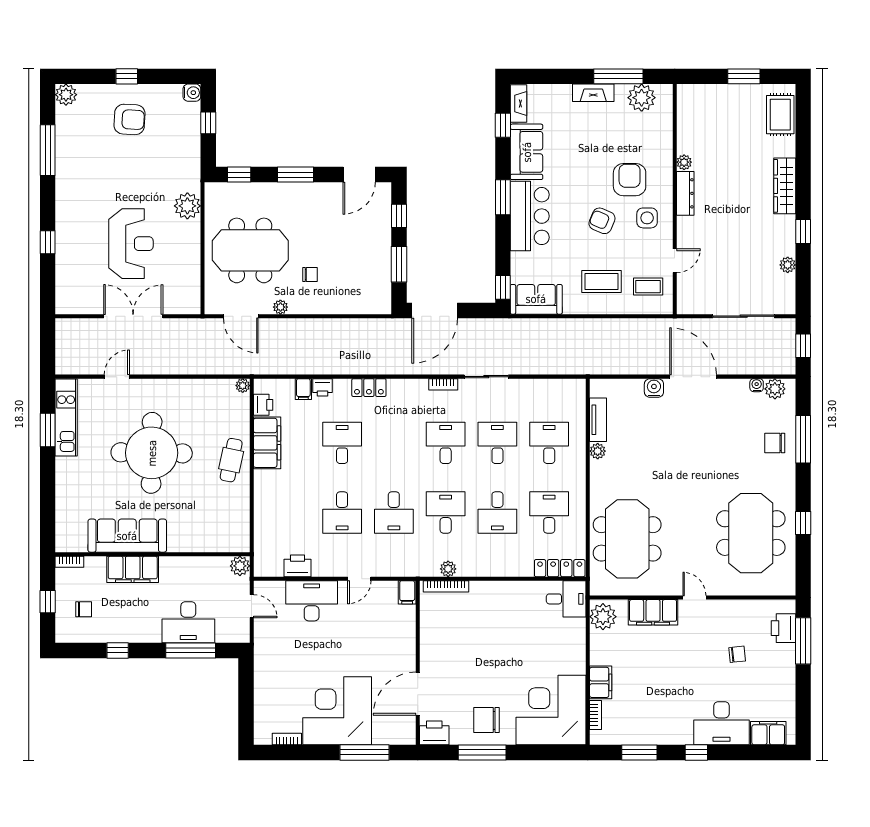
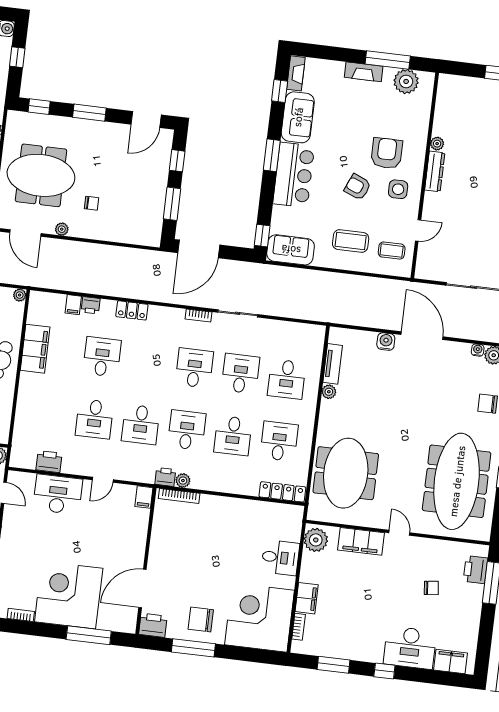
printer: (263, 405) -> (165, 477), moved, turned -90
desk: (549, 443) -> (287, 379), turned 180
meeting table: (751, 533) -> (457, 481), width x1.36
desk: (566, 599) -> (280, 558), moved

